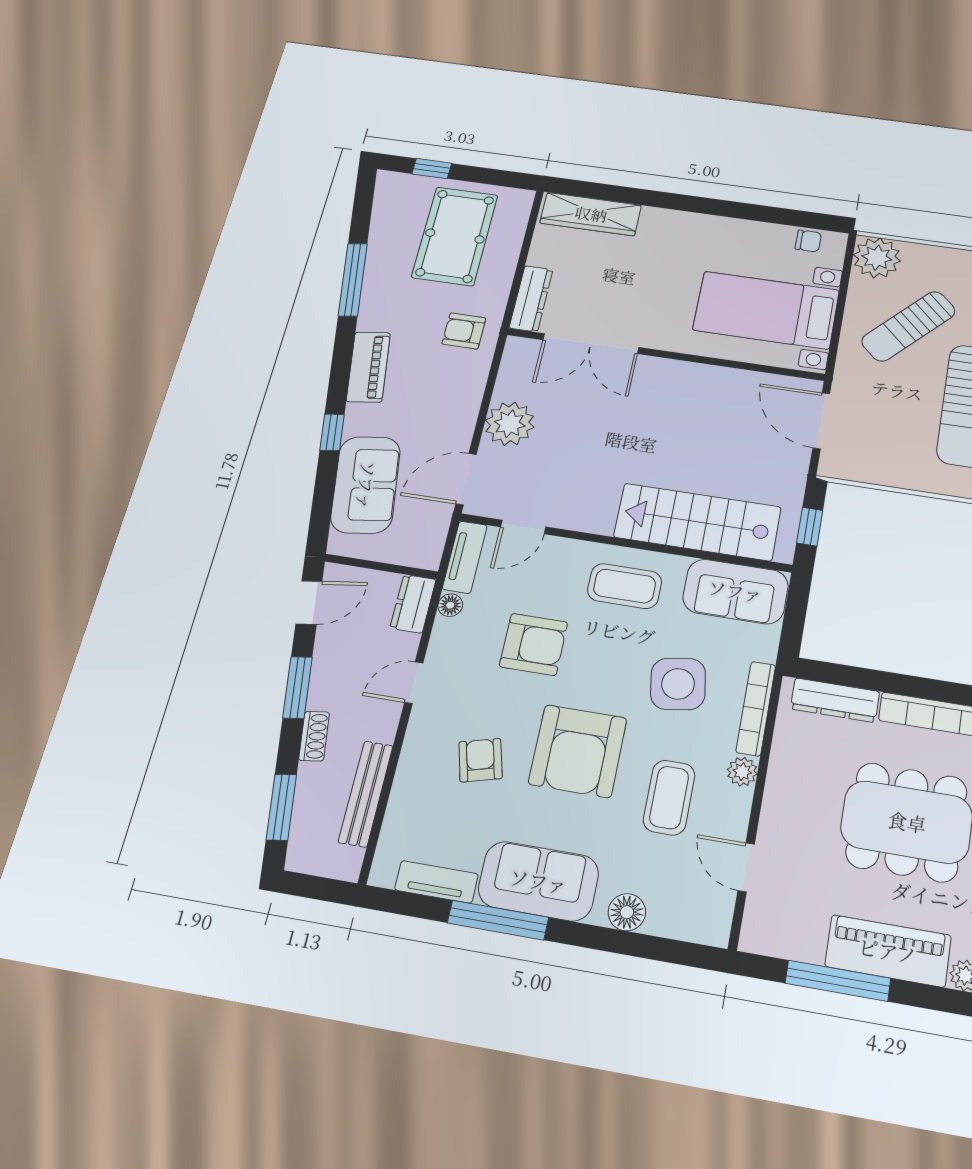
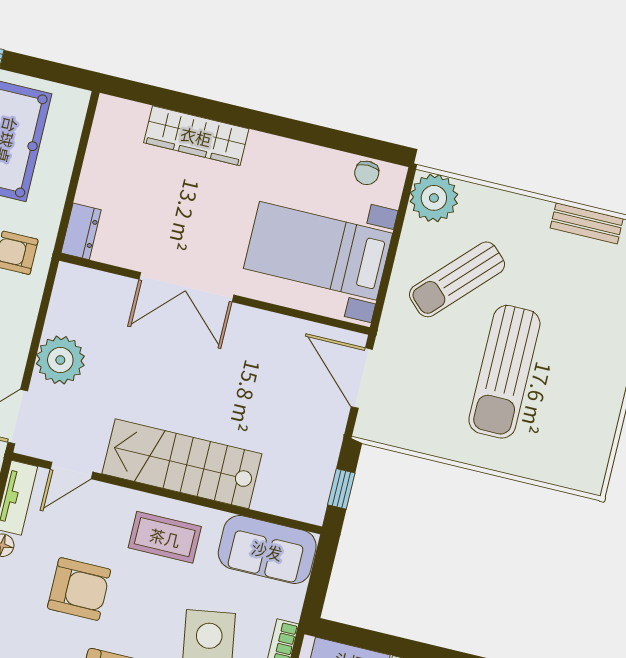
wardrobe: (591, 214) -> (196, 136), moved
chair: (808, 241) -> (367, 173), turned 90
dresser: (531, 299) -> (81, 231), width x0.70
double door: (591, 344) -> (186, 287), moved
stairs: (697, 522) -> (182, 464), moved

